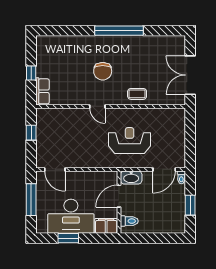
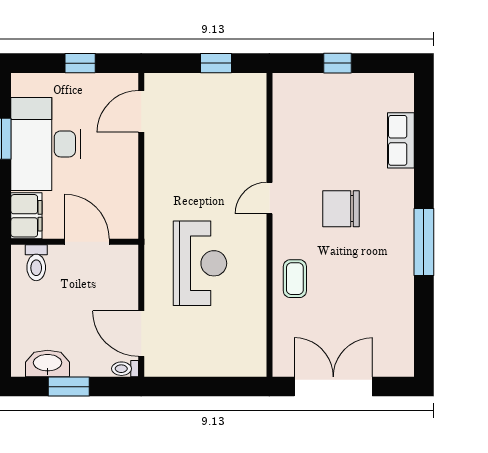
window: (119, 31) -> (424, 242), width x0.68
row of seats: (42, 91) -> (401, 140), moved, turned 90
washbasin: (131, 177) -> (48, 363), moved, turned 90
window: (31, 200) -> (80, 63), width x0.46

